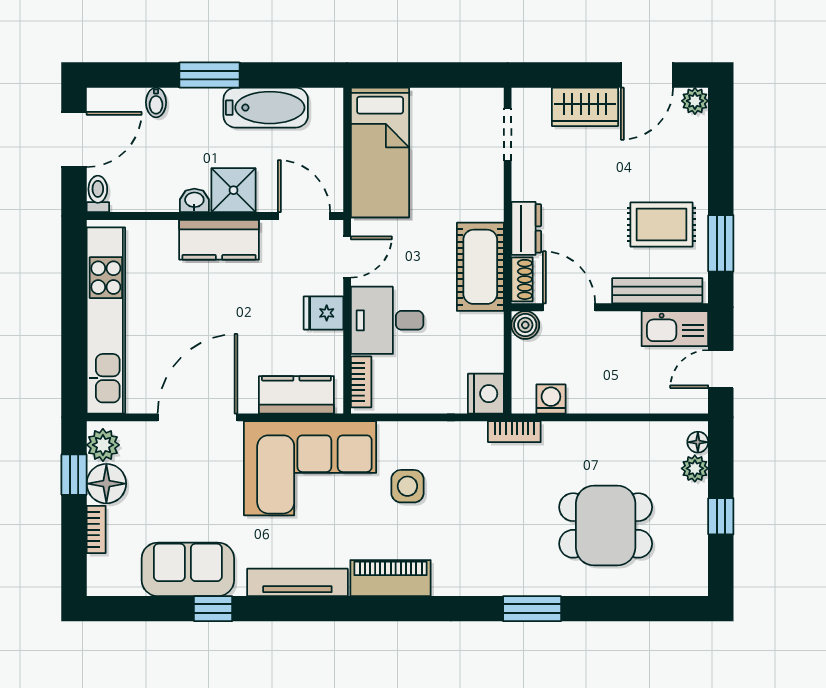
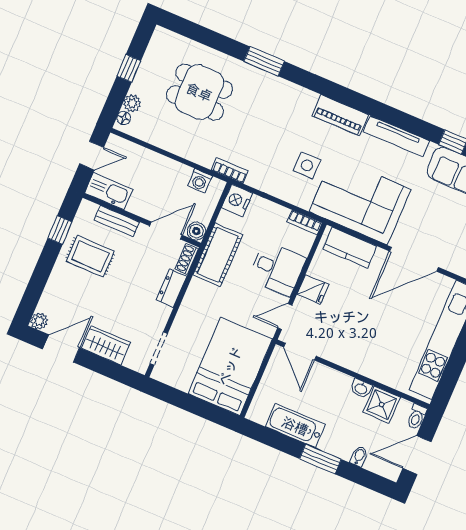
bed: (380, 152) -> (230, 366), width x1.50
shower: (234, 190) -> (382, 405), moved
kitchen counter: (219, 240) -> (356, 359), removed
window: (721, 243) -> (60, 230), width x0.67
cot: (480, 267) -> (218, 255), moved
bench: (657, 291) -> (117, 221), width x0.73
door: (569, 307) -> (166, 231), swing flipped
bookcase: (361, 382) -> (304, 222), moved, turned -90

